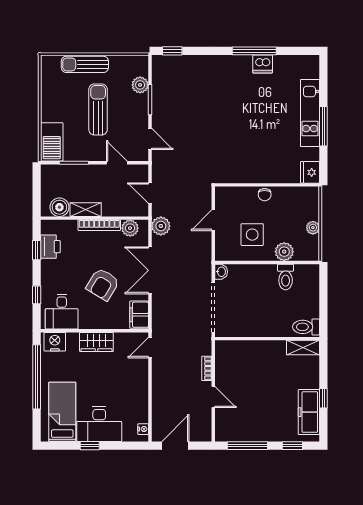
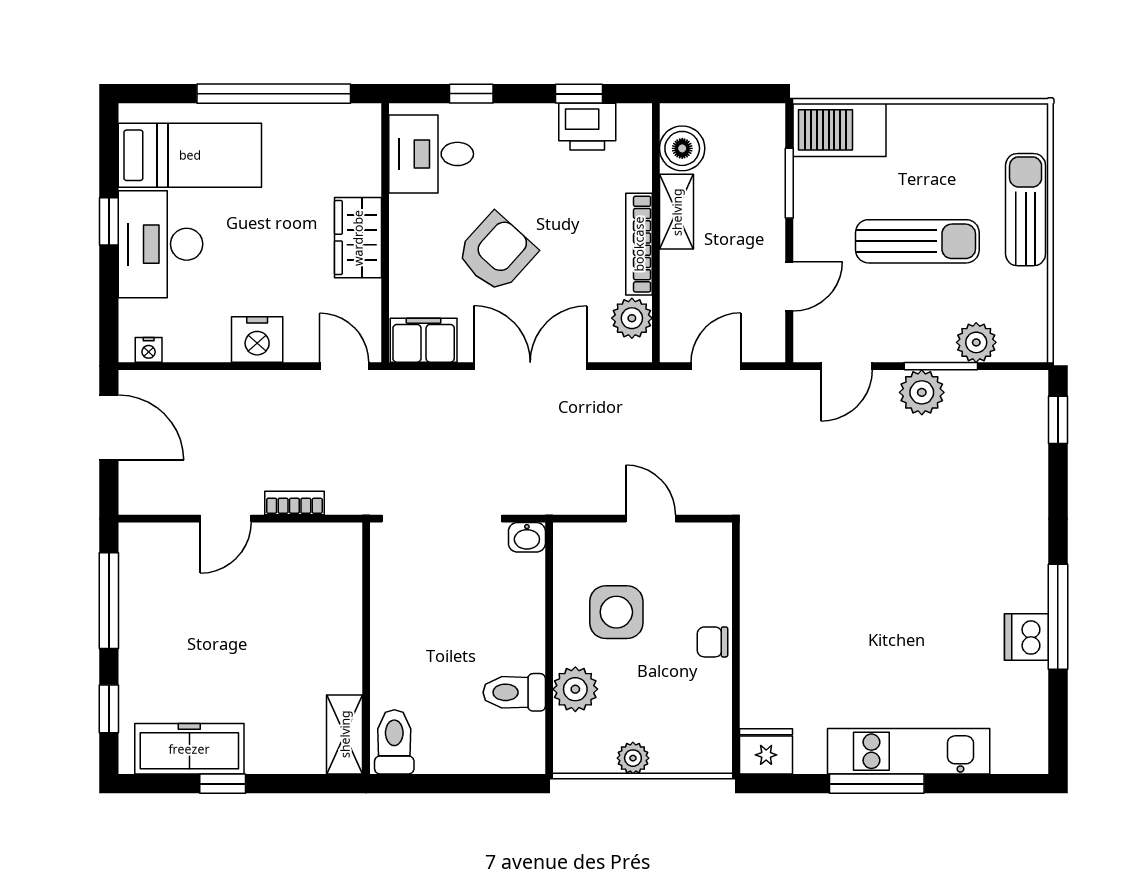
plant: (161, 226) -> (922, 392), moved
armchair: (103, 284) -> (497, 253), turned 101
nightstand: (55, 342) -> (257, 339), moved, turned 90

